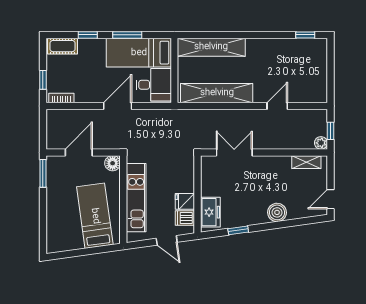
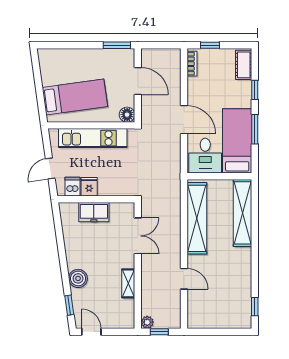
shelving: (306, 162) -> (128, 283), moved
freezer: (210, 212) -> (94, 212), moved
window: (238, 230) -> (69, 305), moved

